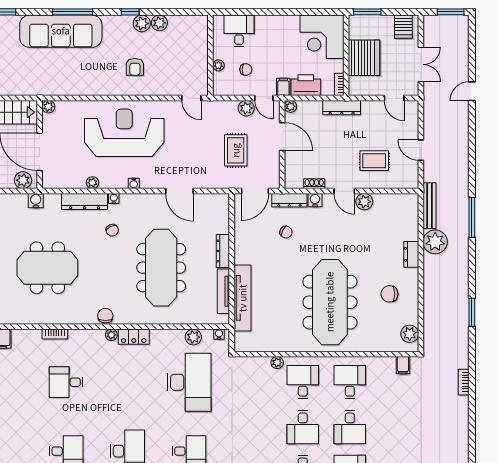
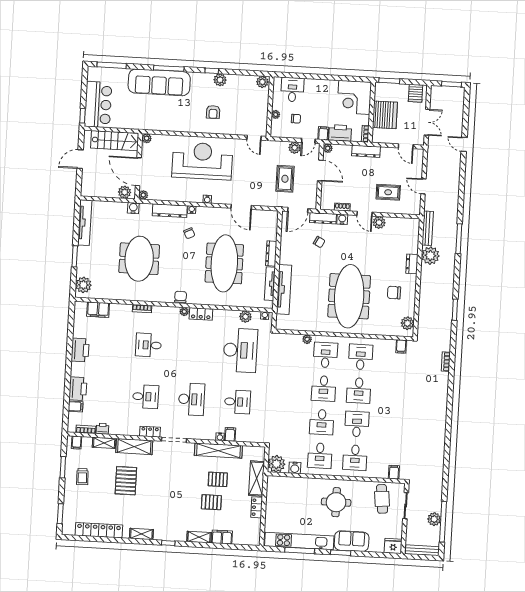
plant: (159, 23) -> (262, 82), moved
door: (472, 91) -> (464, 144), hinge flipped
door: (264, 98) -> (308, 141), hinge flipped
plant: (93, 183) -> (143, 195), moved
meeting table: (47, 268) -> (139, 259), turned 90

